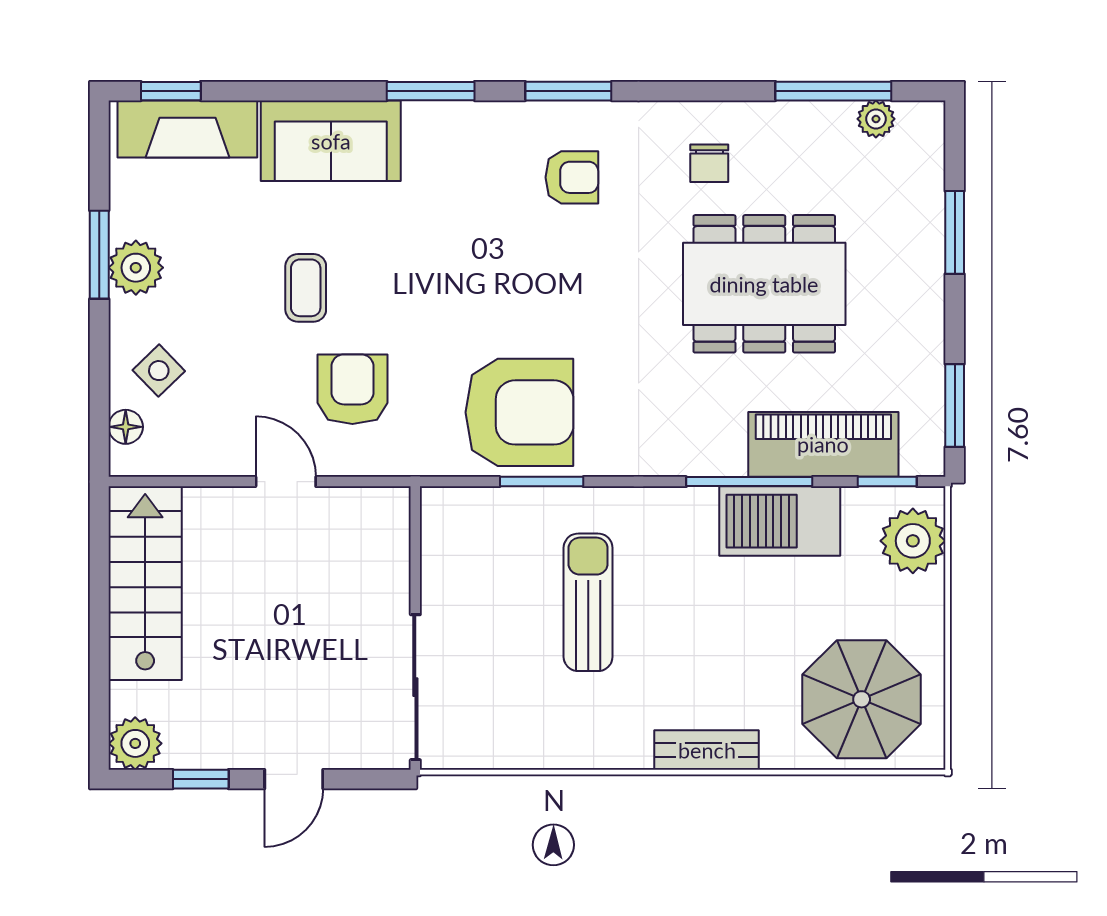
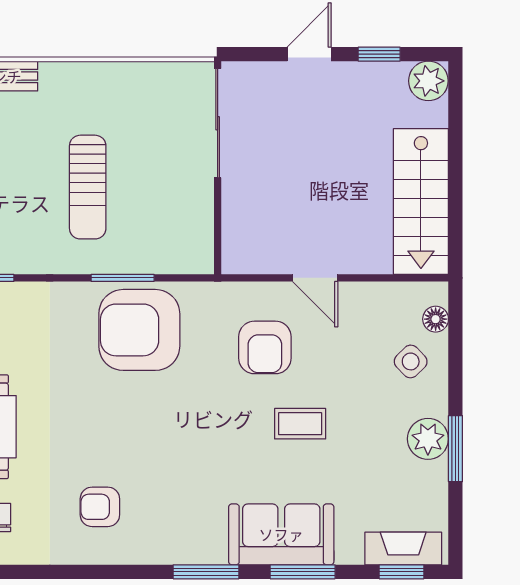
window: (568, 91) -> (303, 572), moved
fireplace: (187, 129) -> (403, 548), width x0.73, depth x0.76
coffee table: (306, 288) -> (300, 424), turned 90

